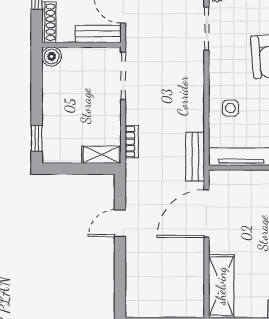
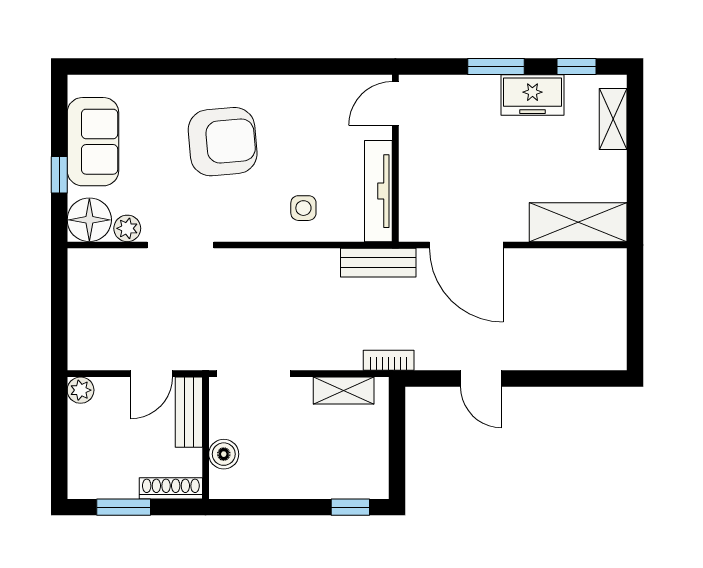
boiler: (52, 56) -> (224, 454), moved
bookcase: (132, 142) -> (389, 360), moved
shelving: (101, 155) -> (344, 390), moved, turned 90

